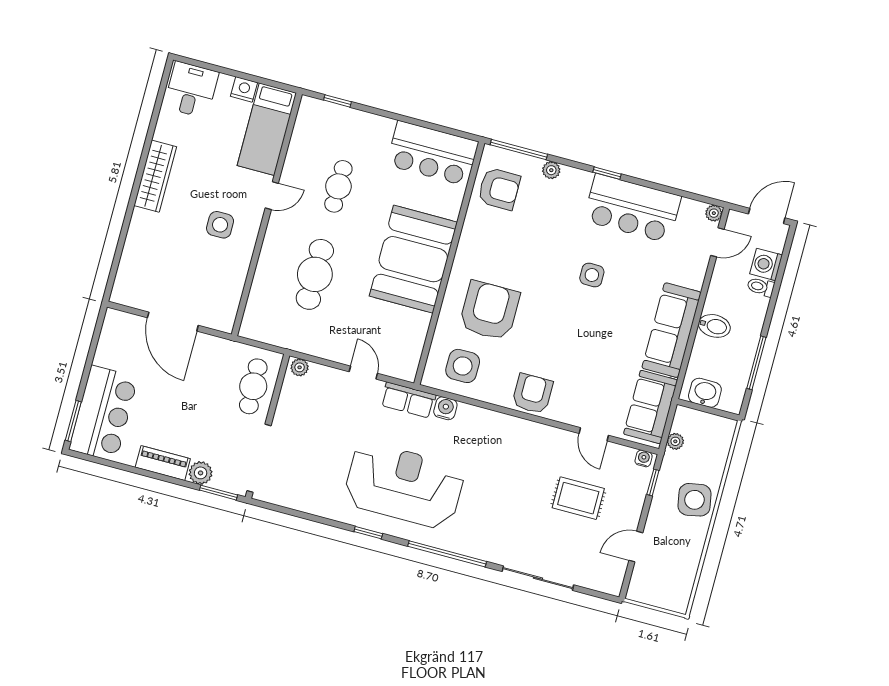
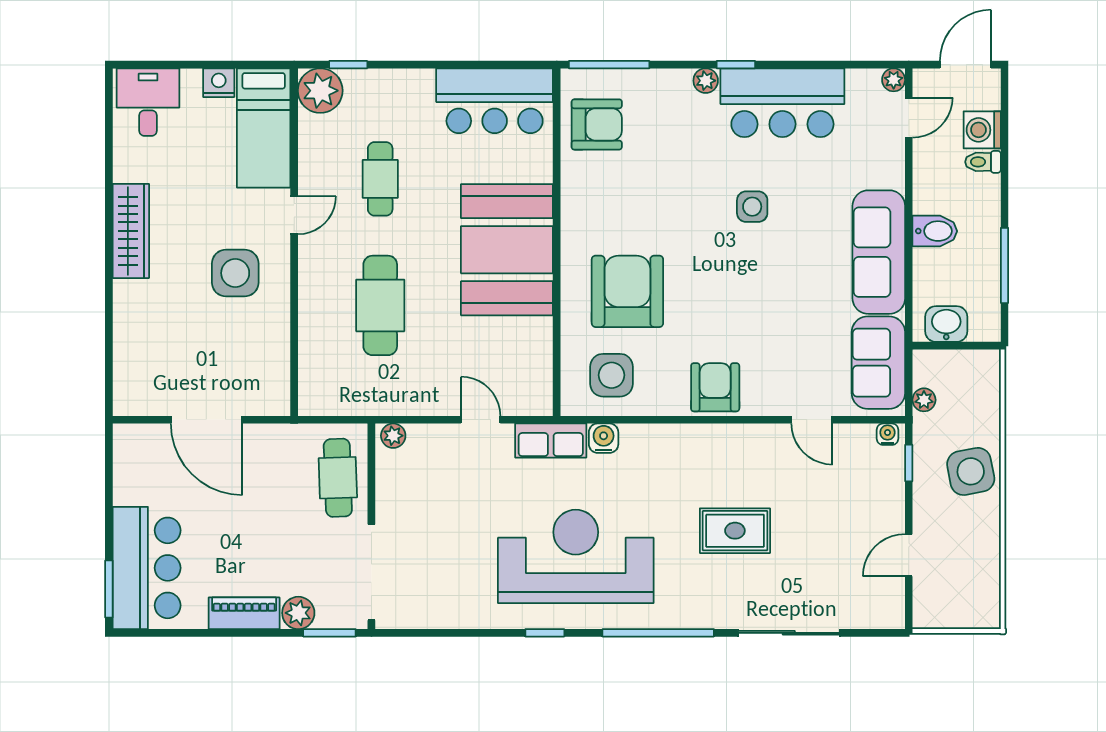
plant: (313, 114) -> (320, 91), added
plant: (551, 170) -> (706, 81), moved
side table: (220, 225) -> (235, 273), width x1.37, depth x1.37
rug: (578, 498) -> (735, 531), moved

